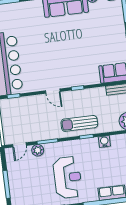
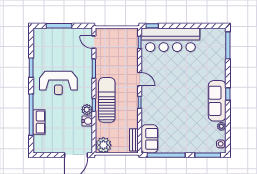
door: (53, 91) -> (140, 79), swing flipped
sun lounger: (79, 123) -> (107, 100), width x1.36, depth x1.34
plant: (38, 150) -> (87, 110), moved

